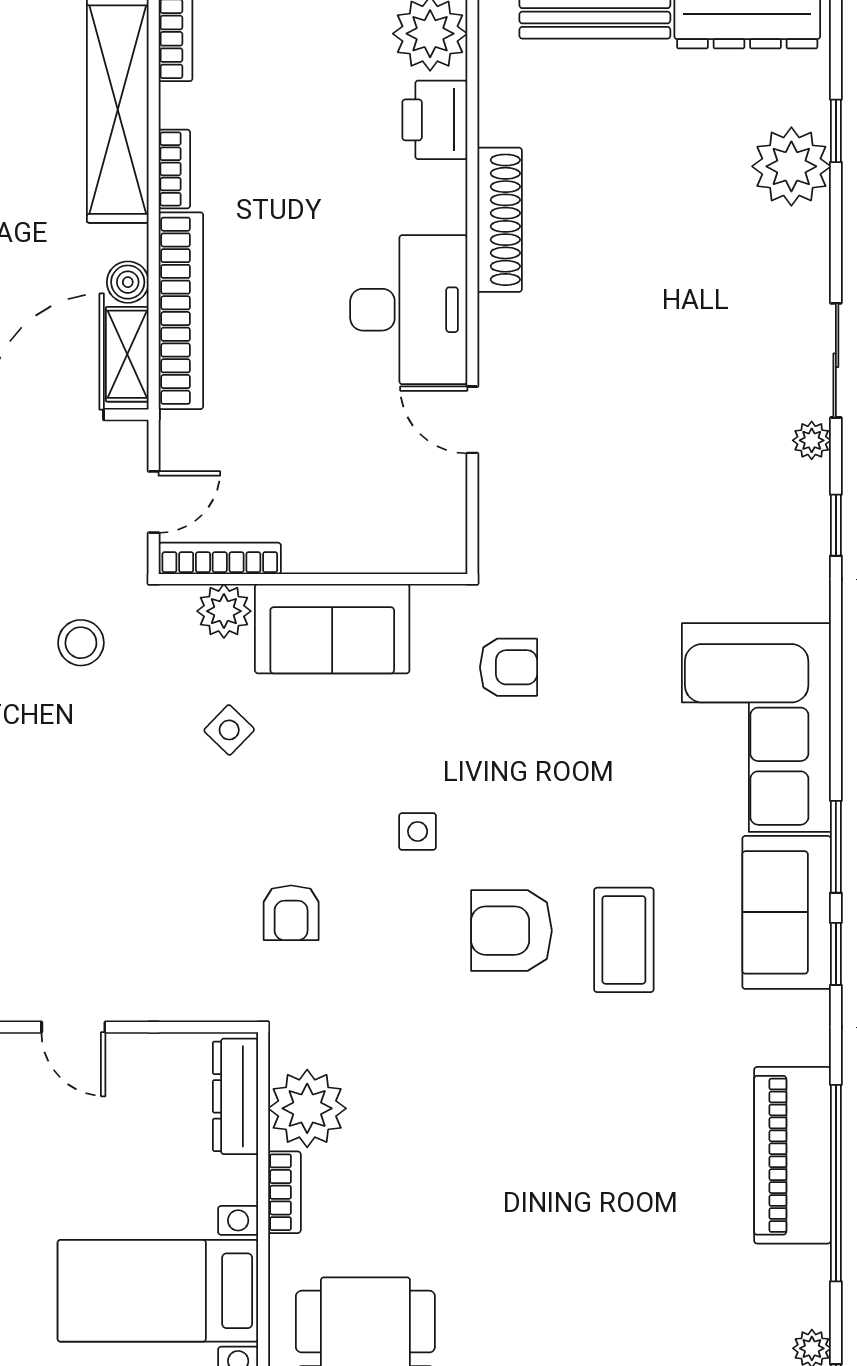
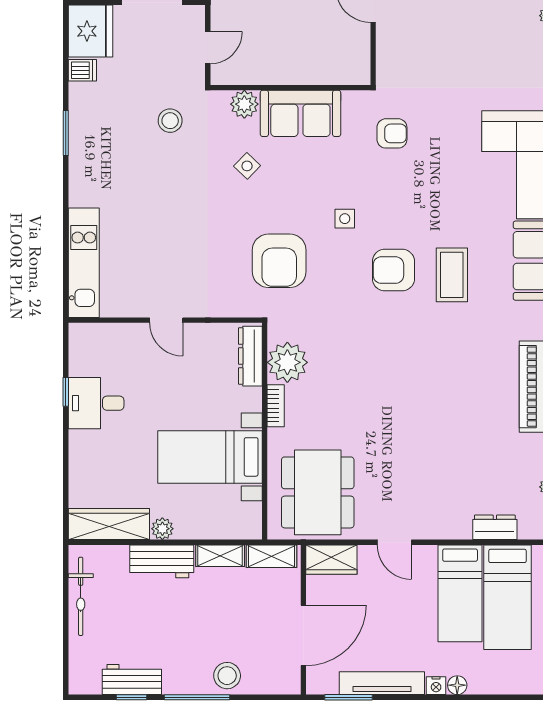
bookcase: (220, 558) -> (242, 77), removed
armchair: (291, 913) -> (279, 261), width x1.88, depth x1.88

